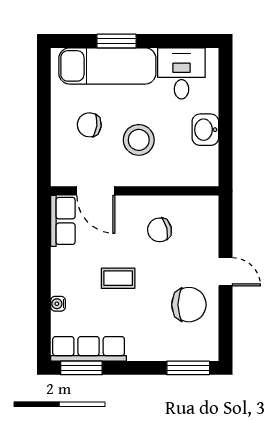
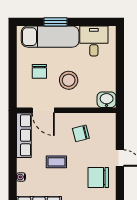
chair: (89, 125) -> (39, 71), turned -97
washbasin: (205, 130) -> (107, 100), moved, turned 90
row of seats: (63, 221) -> (24, 135), width x1.48
chair: (189, 305) -> (98, 177), turned 180

